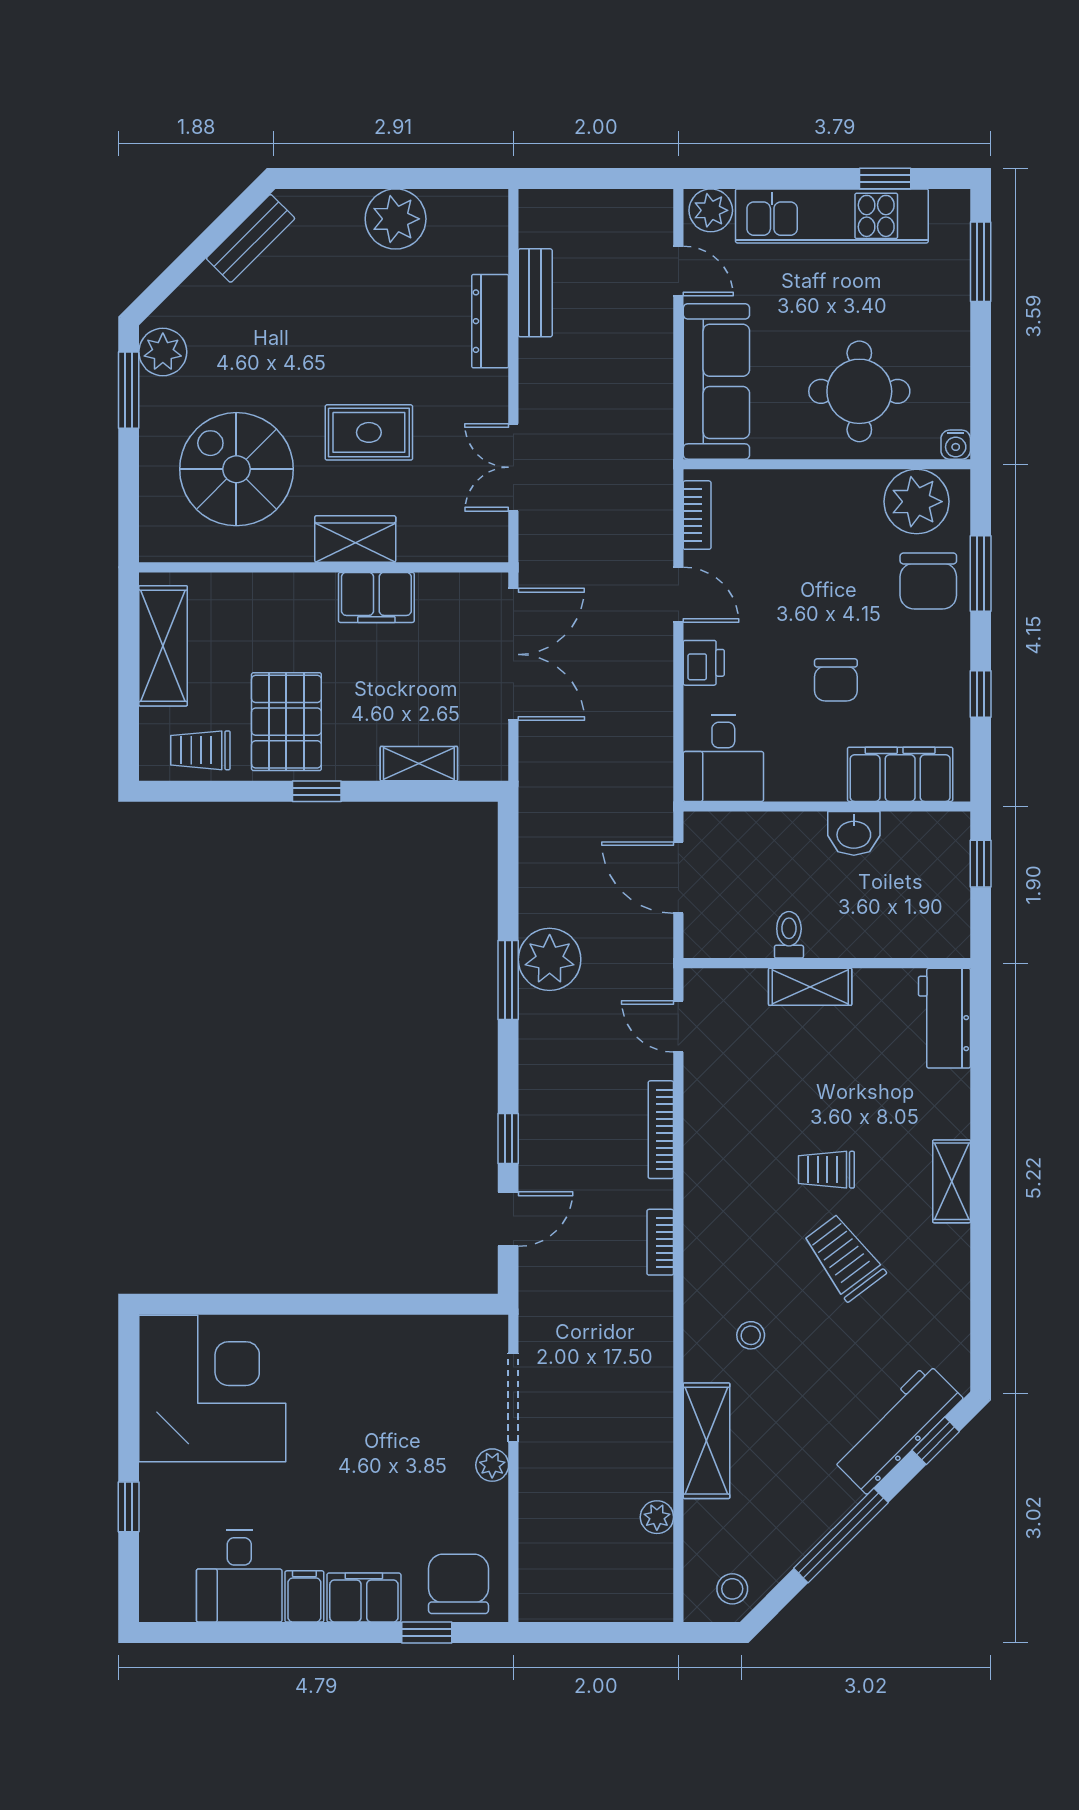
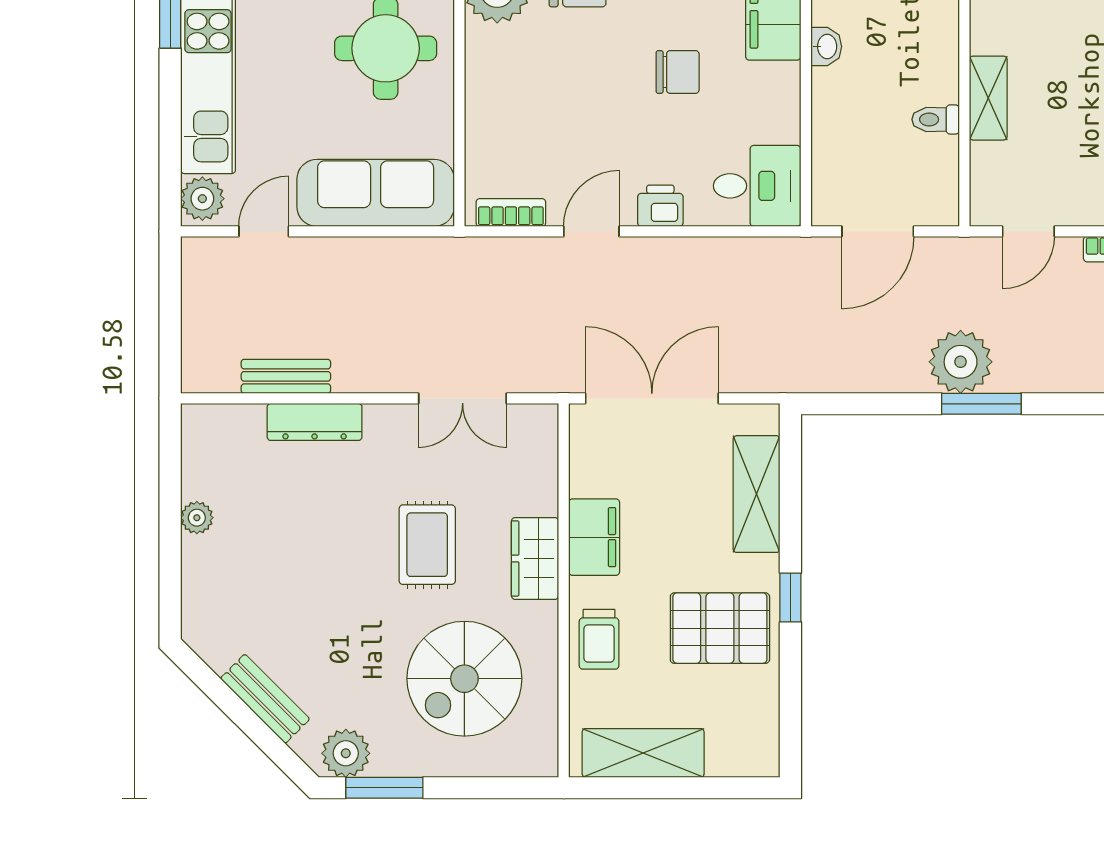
plant: (396, 219) -> (197, 518), width x0.53, depth x0.53
bench: (251, 238) -> (265, 699), moved
trolley: (200, 750) -> (599, 639), moved
shelving: (419, 764) -> (757, 494), width x1.50, depth x1.33
washbasin: (854, 833) -> (826, 47), width x0.72, depth x0.69

